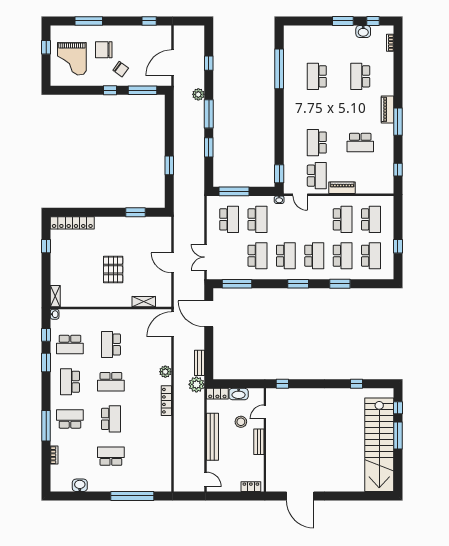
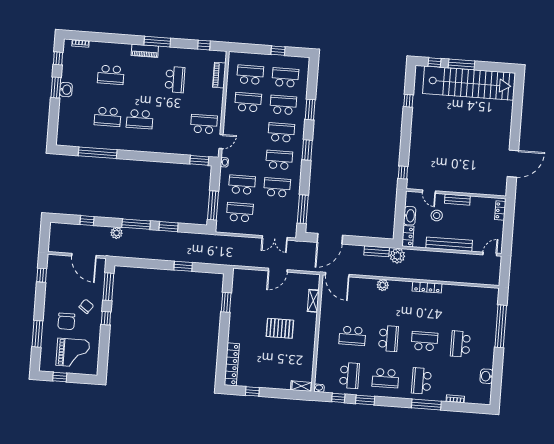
washbasin: (363, 31) -> (66, 90), moved
school desk: (317, 143) -> (140, 119), moved
piano: (342, 188) -> (219, 75), moved
locker: (166, 401) -> (427, 287), moved

